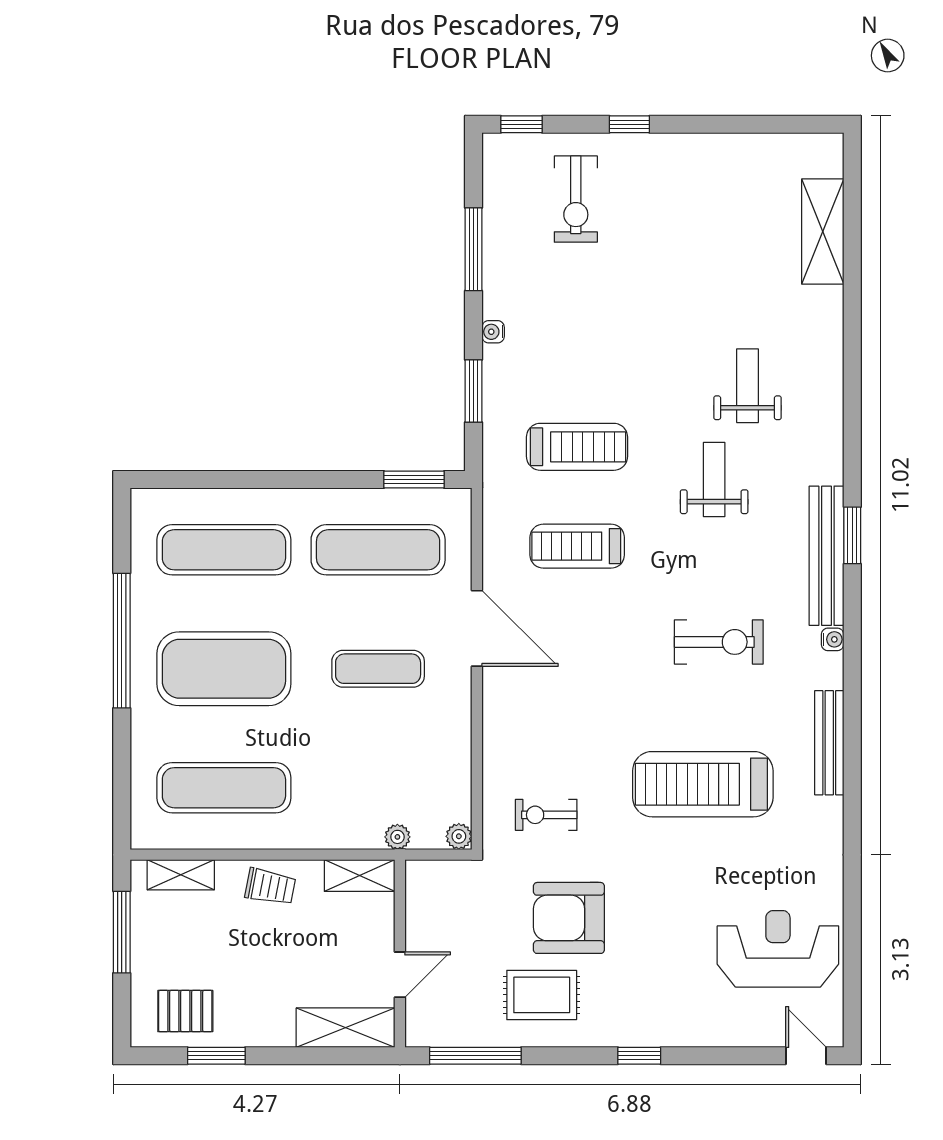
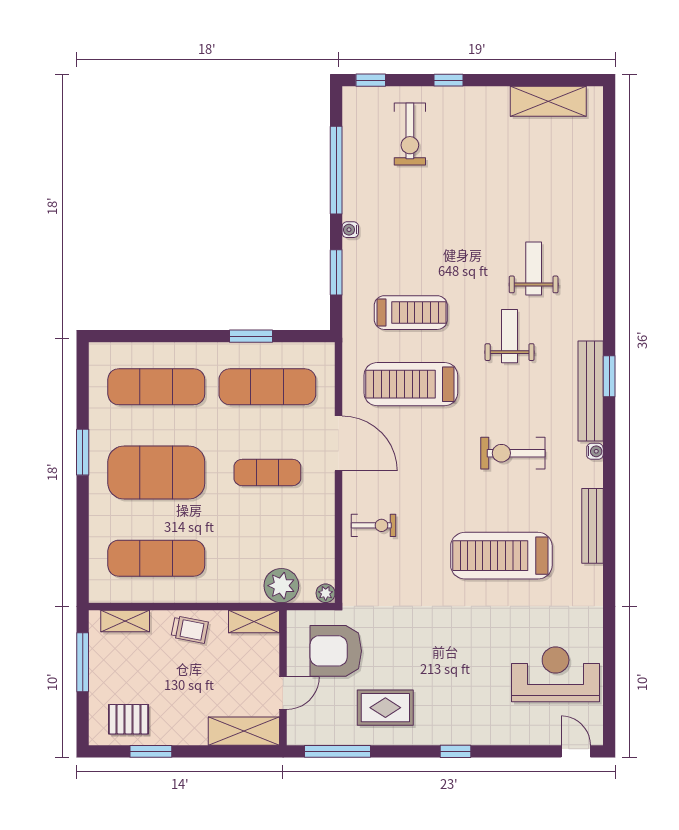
shelving: (823, 232) -> (548, 101), moved, turned 90
window: (474, 249) -> (336, 170), width x1.46
window: (414, 479) -> (251, 336), moved
treadmill: (577, 546) -> (411, 384), width x1.37, depth x1.38
window: (122, 641) -> (83, 452), width x0.47
exercise bike: (719, 642) -> (513, 453), turned 180
exercise bike: (546, 815) -> (374, 525), moved, turned 180
plant: (397, 837) -> (281, 586), width x1.88, depth x1.88
armchair: (569, 918) -> (336, 651), moved

